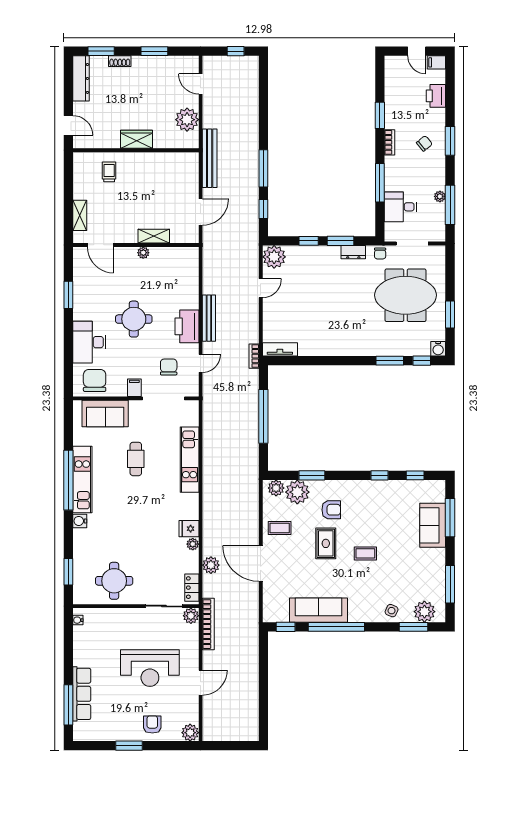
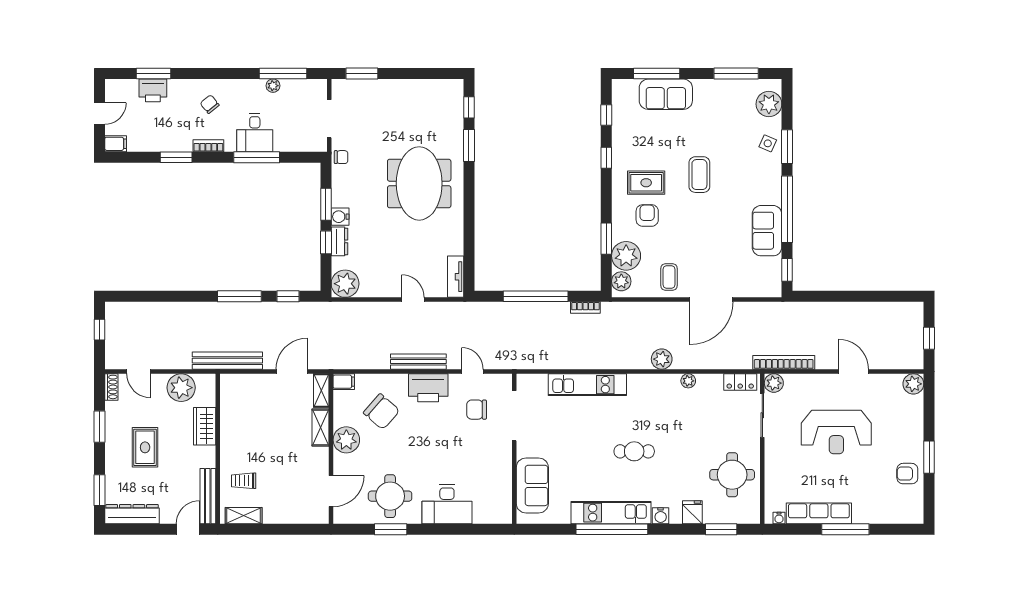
shoe rack: (120, 61) -> (111, 387), moved
filing cabinet: (436, 62) -> (116, 144), moved, turned -90
door: (201, 84) -> (139, 371), hinge flipped
rug: (137, 89) -> (145, 447), added
wardrobe: (137, 139) -> (205, 426), moved
window: (450, 141) -> (153, 74), moved
bench: (96, 142) -> (208, 496), added
desk: (400, 207) -> (255, 133), moved
door: (201, 212) -> (292, 371), hinge flipped
shelving: (80, 215) -> (244, 516), moved
shelving: (185, 237) -> (321, 391), added
dresser: (353, 252) -> (340, 241), moved
plant: (143, 253) -> (346, 440), width x1.88, depth x1.88
door: (261, 288) -> (413, 300), moved
meeting table: (406, 295) -> (419, 183), moved
window: (450, 314) -> (362, 74), moved
round table: (134, 319) -> (390, 496), moved
water cooler: (438, 349) -> (340, 217), moved, turned 180
bookcase: (254, 356) -> (585, 308), moved
chair: (95, 380) -> (382, 412), moved, turned -139
filing cabinet: (134, 388) -> (344, 382), moved, turned 180
cafe table: (136, 459) -> (634, 451), moved
fridge: (189, 529) -> (692, 512), moved, turned 180
rug: (326, 543) -> (646, 183), moved
coffee table: (365, 553) -> (699, 175), width x1.36, depth x1.30
plant: (211, 565) -> (662, 359), moved
sofa: (318, 610) -> (767, 231), width x0.73
window: (413, 627) -> (787, 147), moved
reception desk: (150, 668) -> (836, 432), turned 90
row of seats: (82, 694) -> (819, 513), moved
window: (68, 705) -> (845, 529), moved
armchair: (152, 725) -> (907, 474), moved
window: (228, 746) -> (929, 338), added

